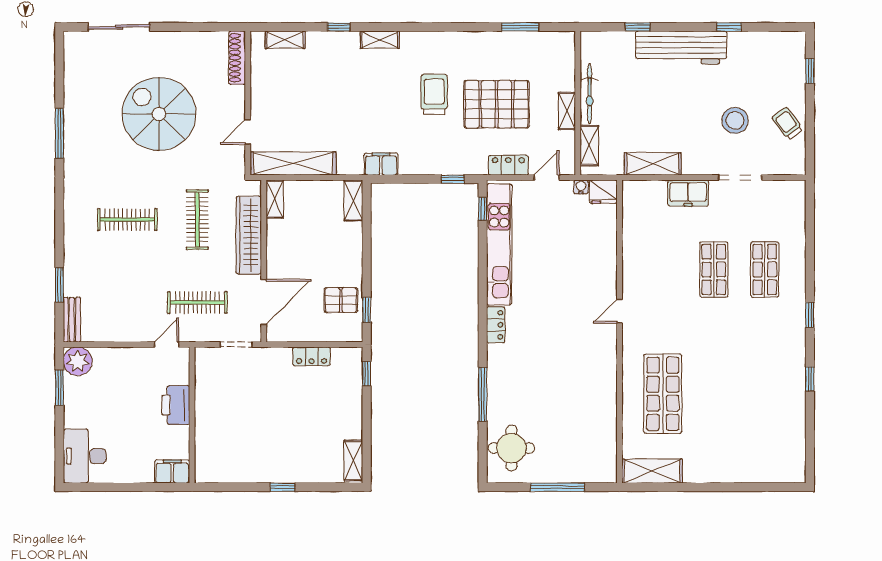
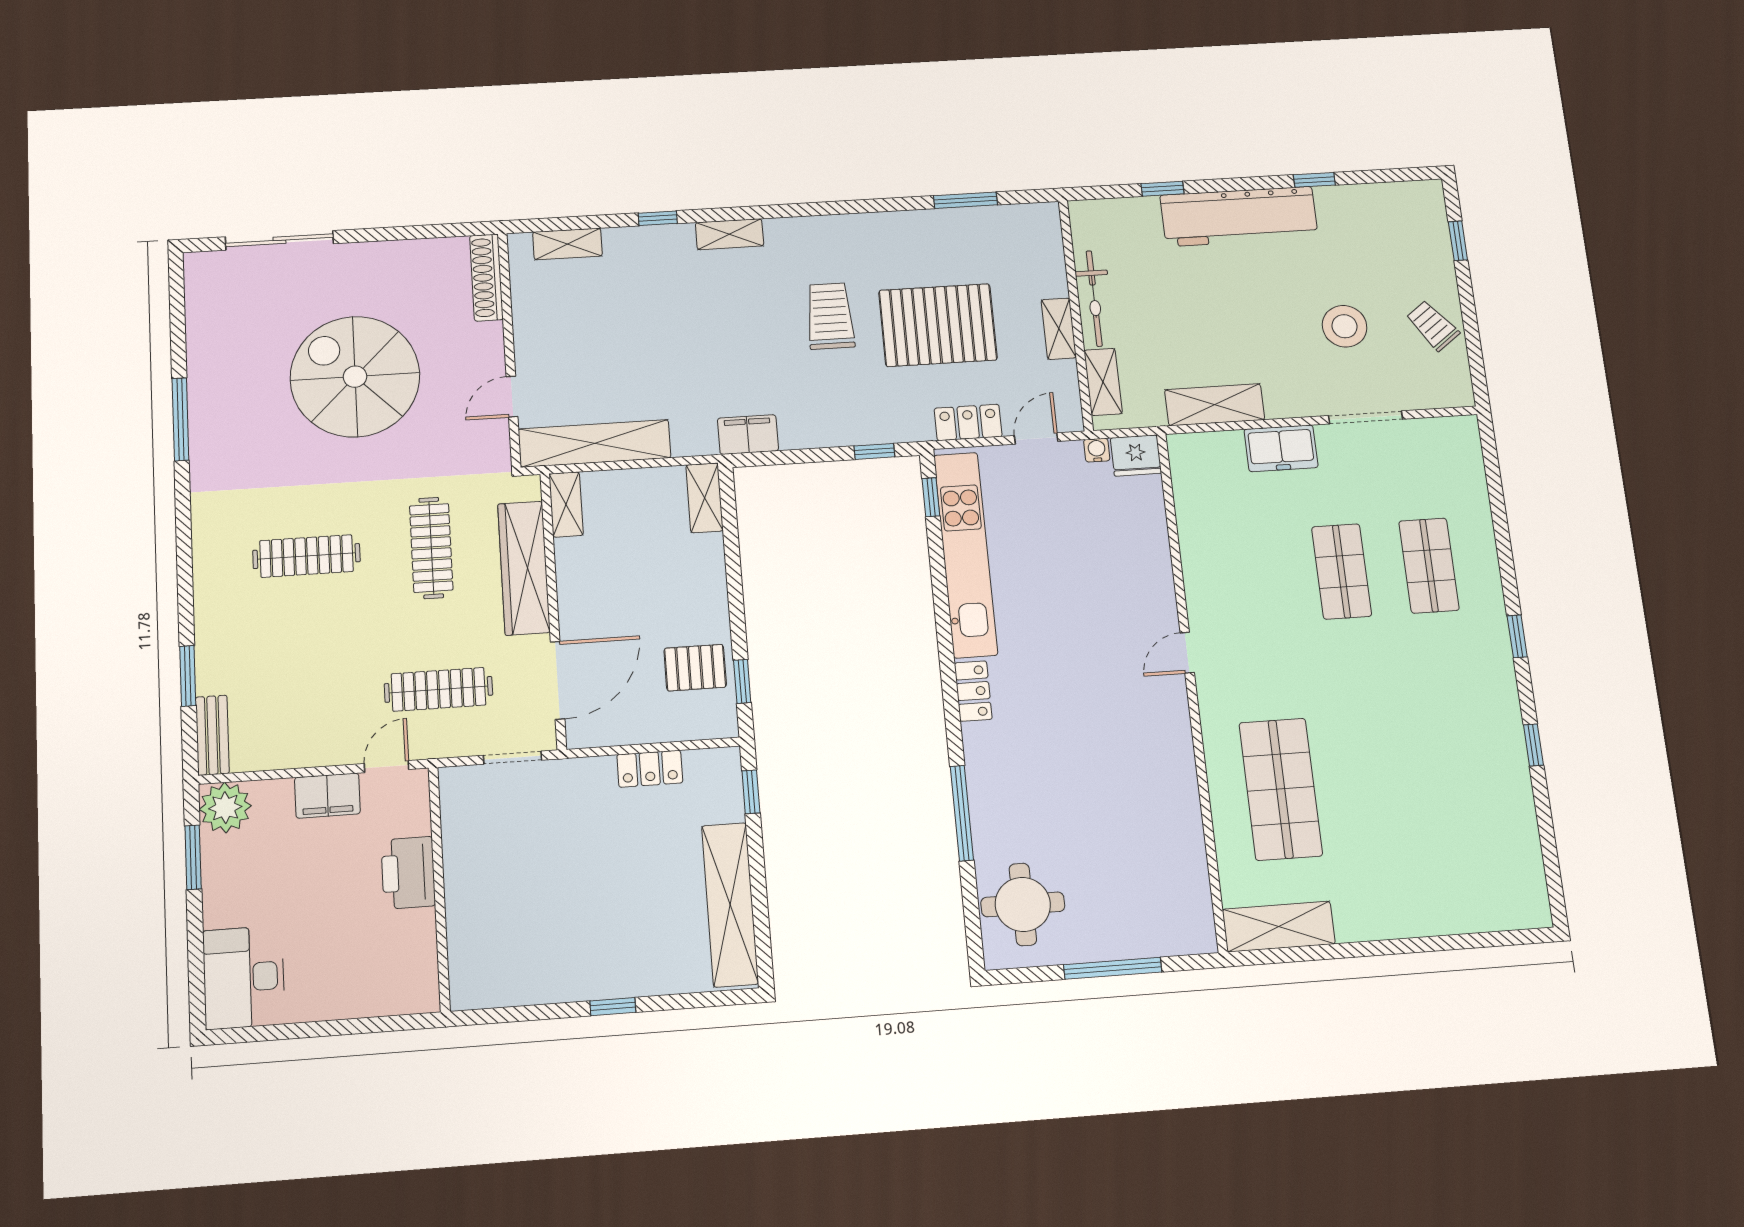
shelving: (353, 461) -> (730, 905), width x2.20, depth x1.33
filing cabinet: (172, 472) -> (327, 796), moved, turned 180

